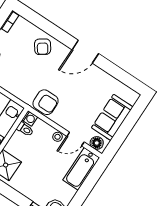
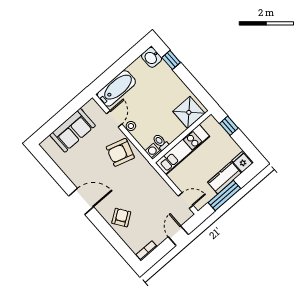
armchair: (46, 102) -> (120, 152), moved, turned -73
door: (75, 139) -> (114, 119), hinge flipped
floor lamp: (97, 143) -> (94, 109), removed

